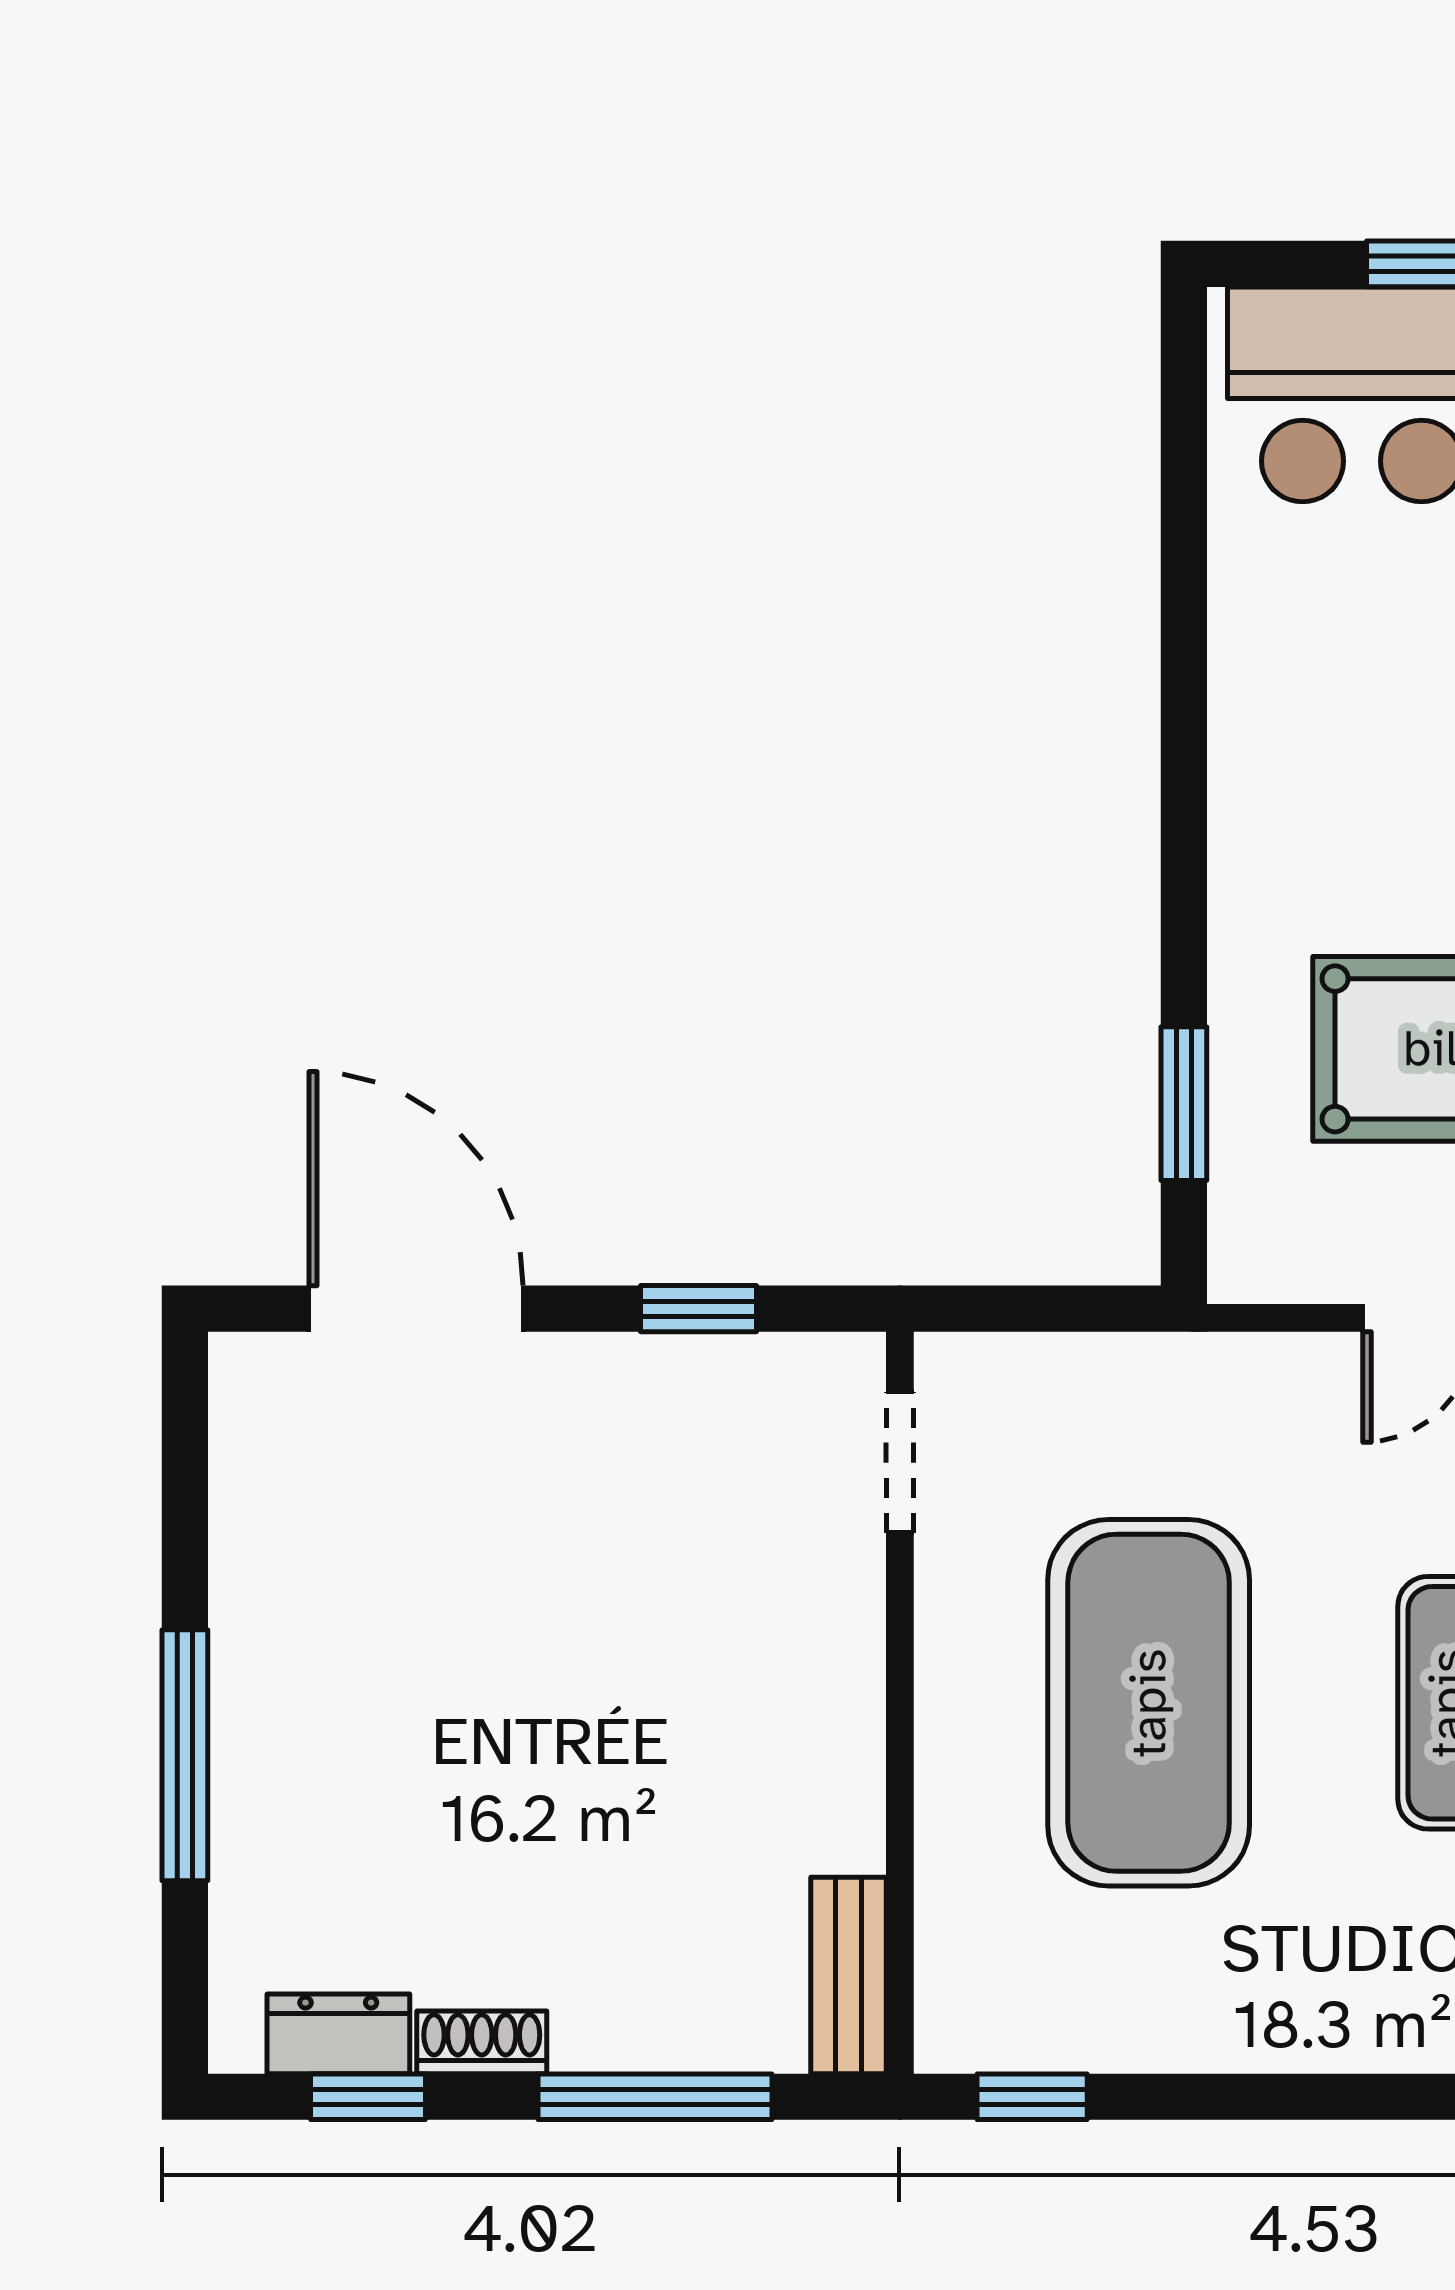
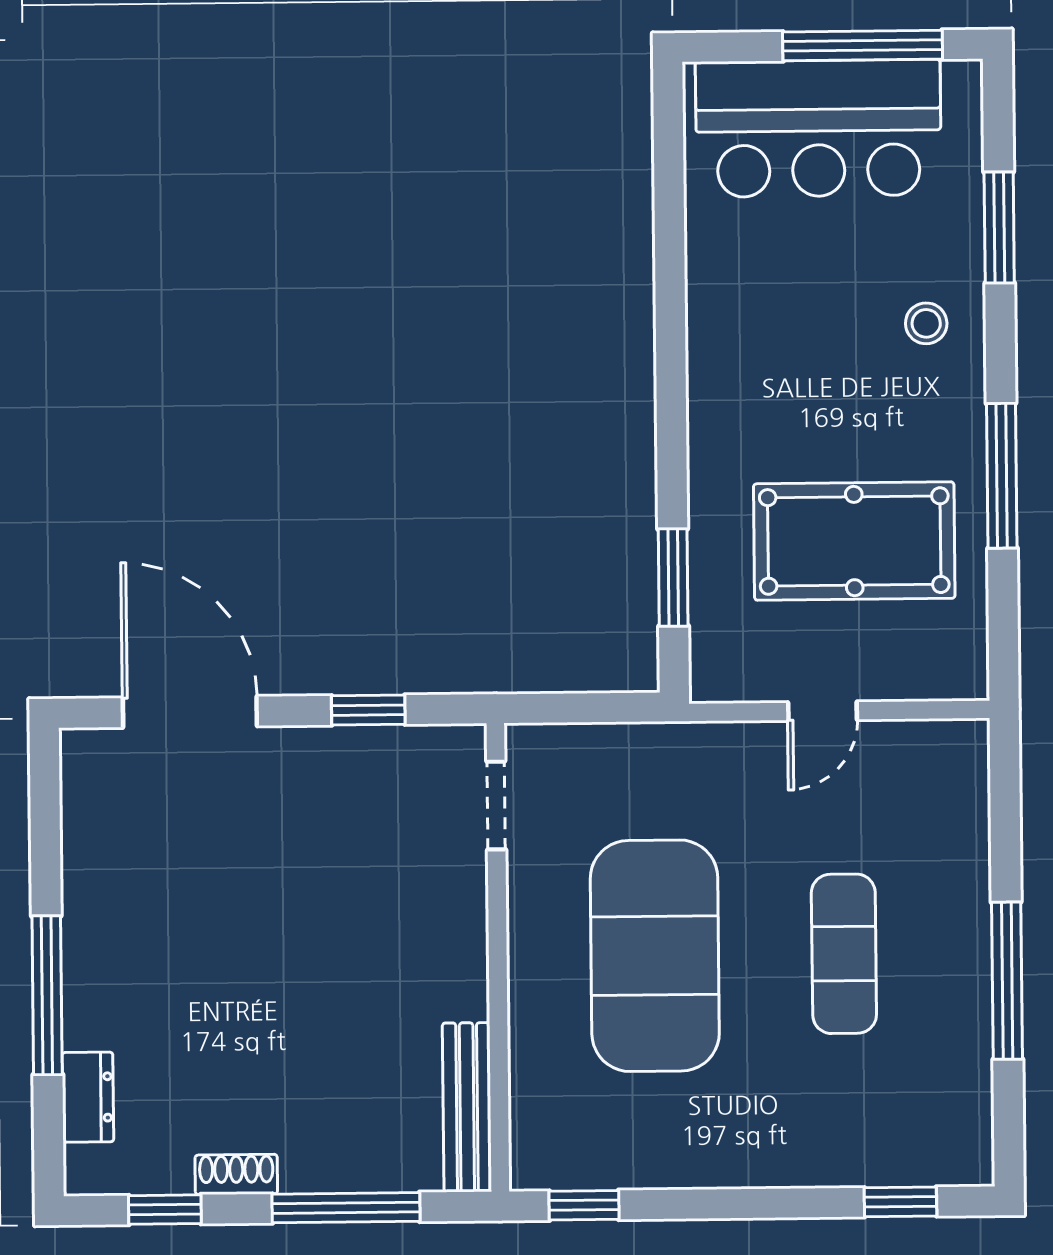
bench: (848, 1976) -> (467, 1107), width x1.36
dresser: (338, 2034) -> (88, 1097), moved, turned 90

